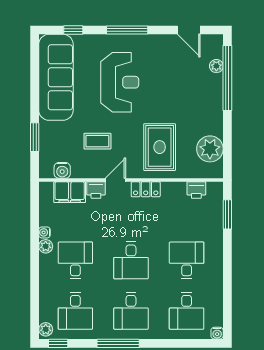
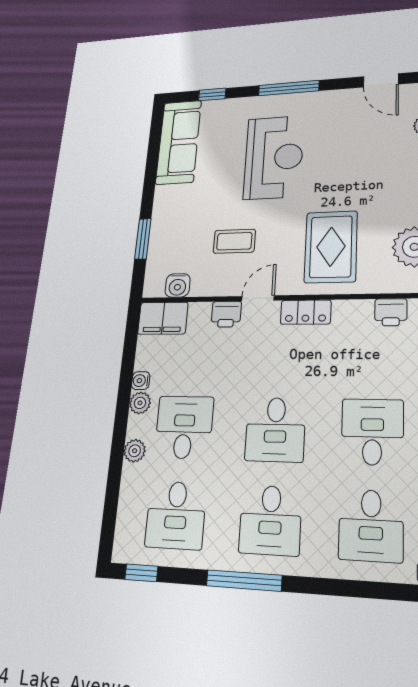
sofa: (56, 77) -> (179, 142), width x0.74, depth x0.79
filing cabinet: (70, 192) -> (163, 318), moved
plant: (46, 329) -> (135, 451), moved

